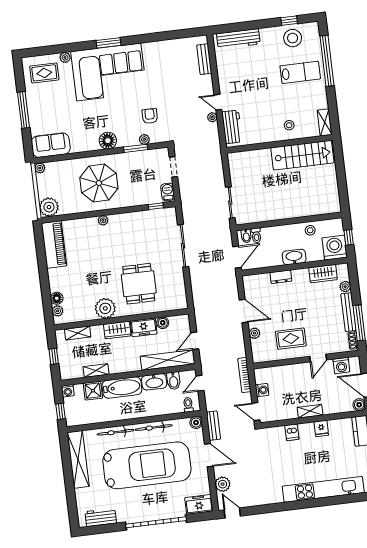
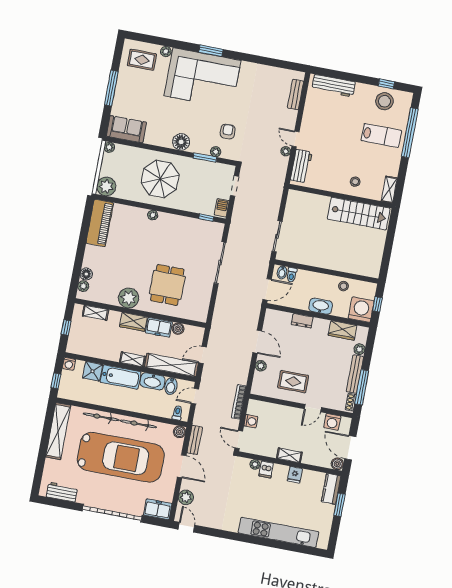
shelving: (96, 371) -> (133, 359), moved
plant: (279, 431) -> (255, 464), added

